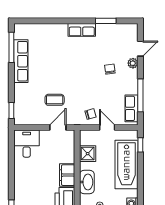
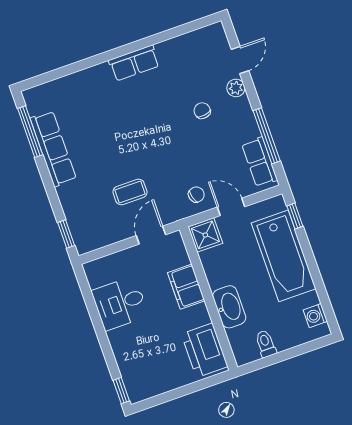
window: (106, 21) -> (168, 35), removed
desk: (27, 144) -> (120, 303), moved, turned -90
shower: (88, 154) -> (205, 235), moved
filing cabinet: (67, 175) -> (186, 287), moved

